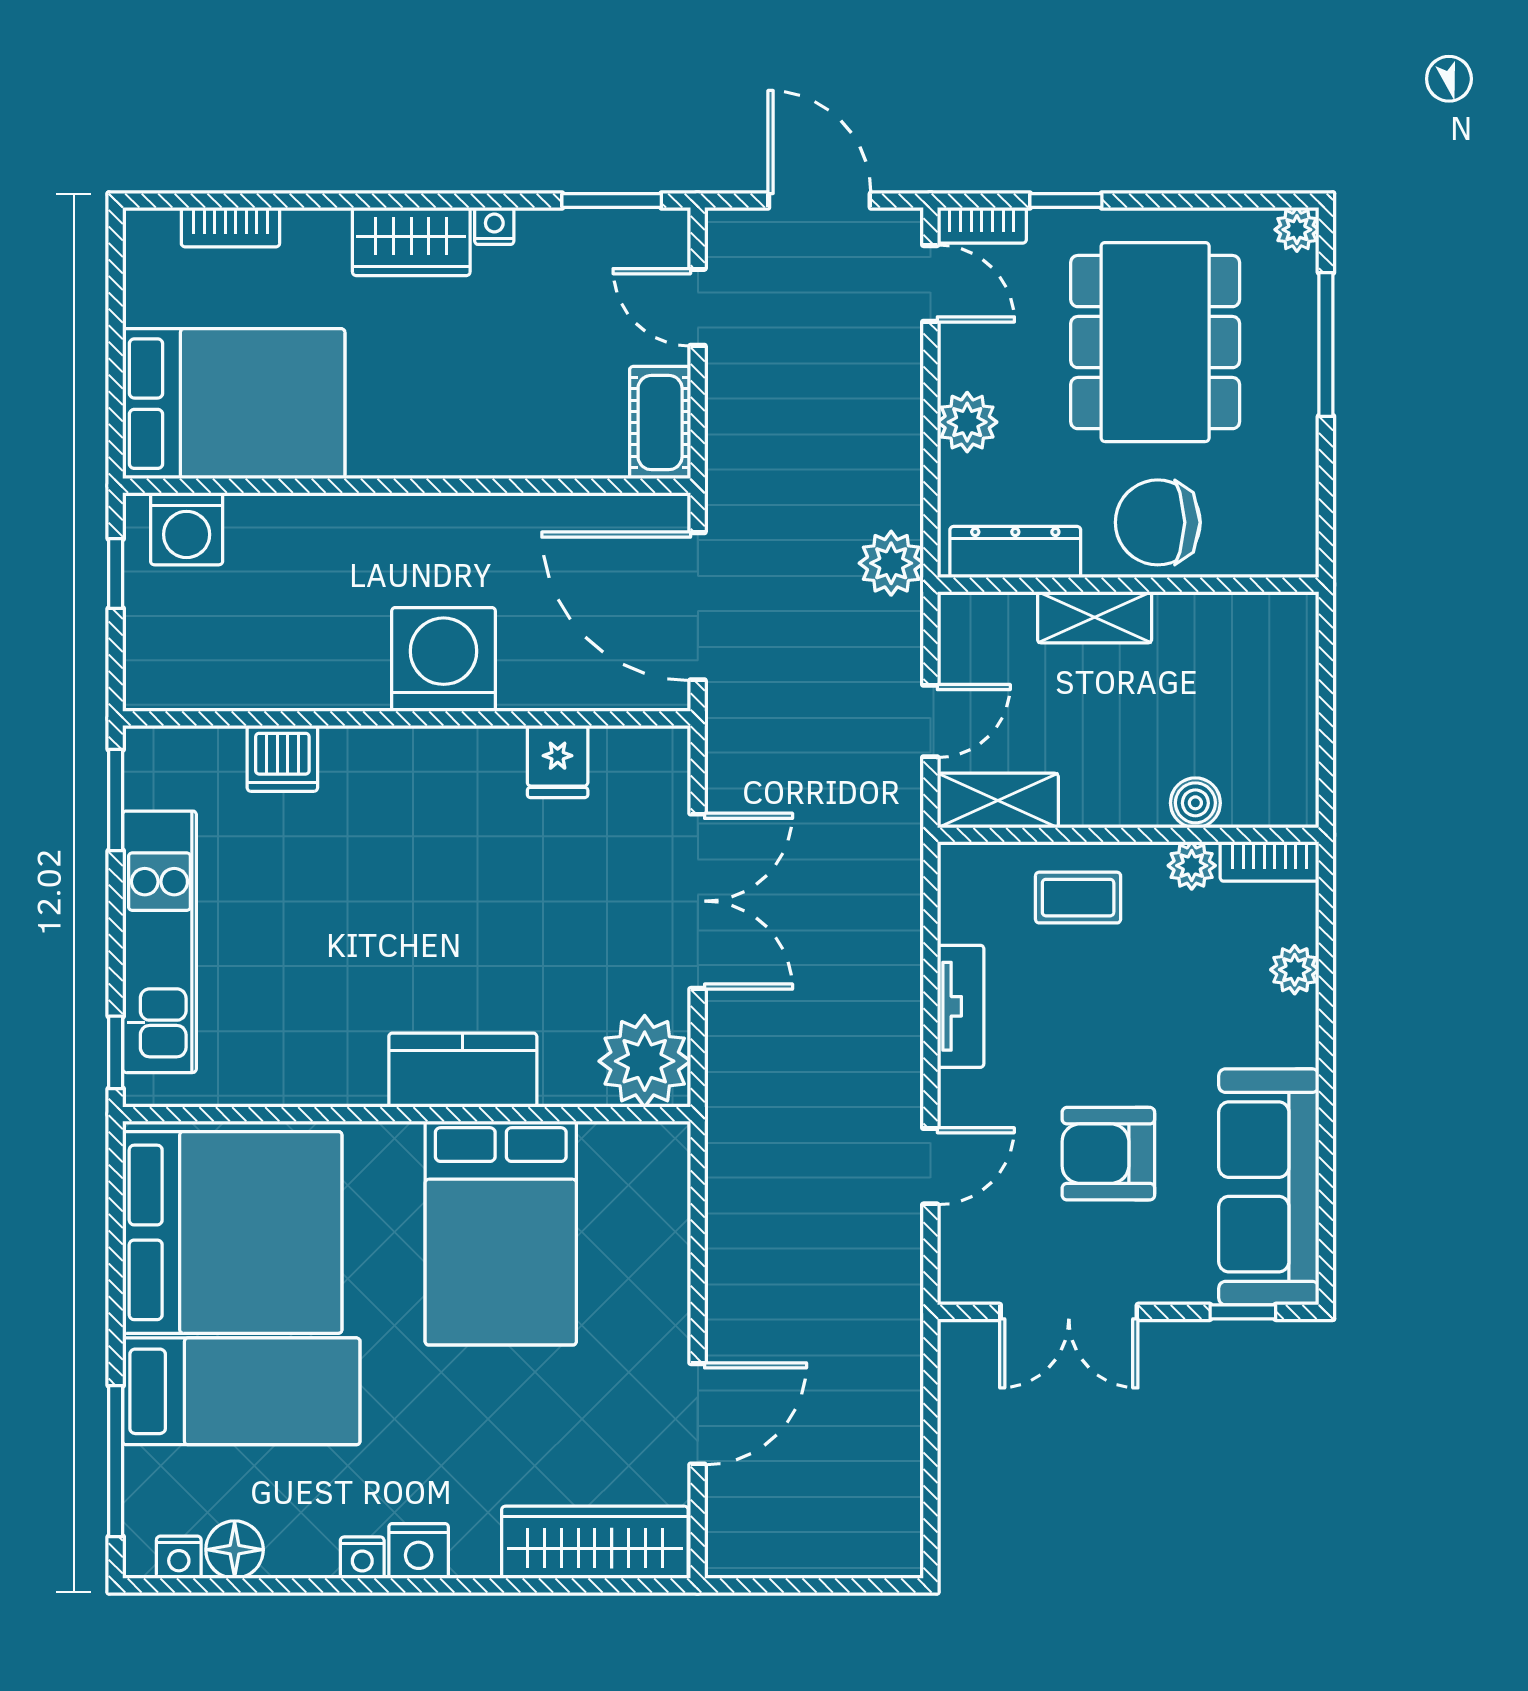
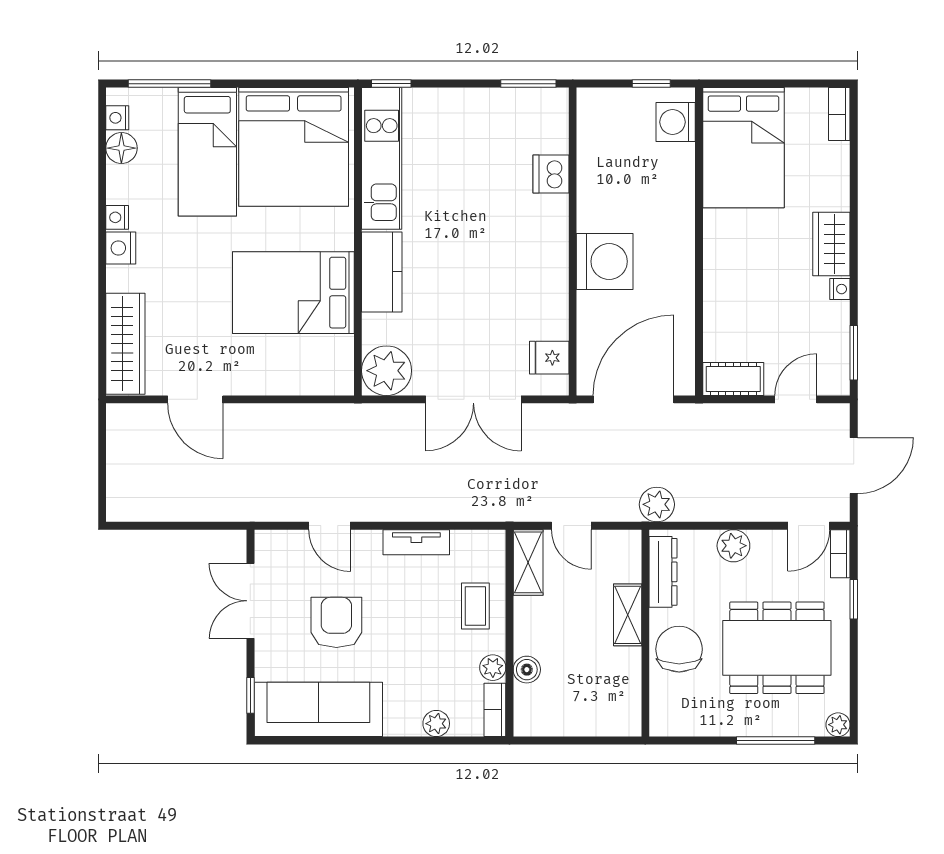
bookcase: (230, 227) -> (839, 114), moved
fridge: (558, 761) -> (549, 358), moved
kitchen unit: (159, 942) -> (382, 158), moved, turned -90

